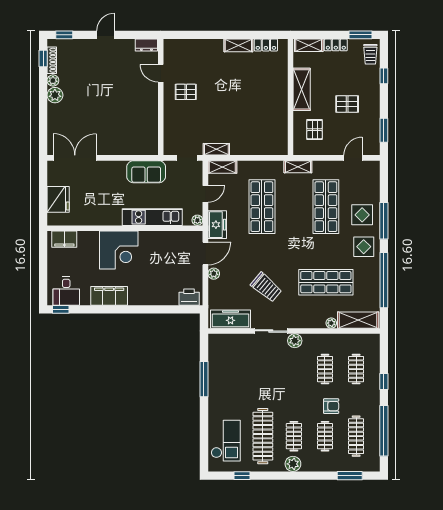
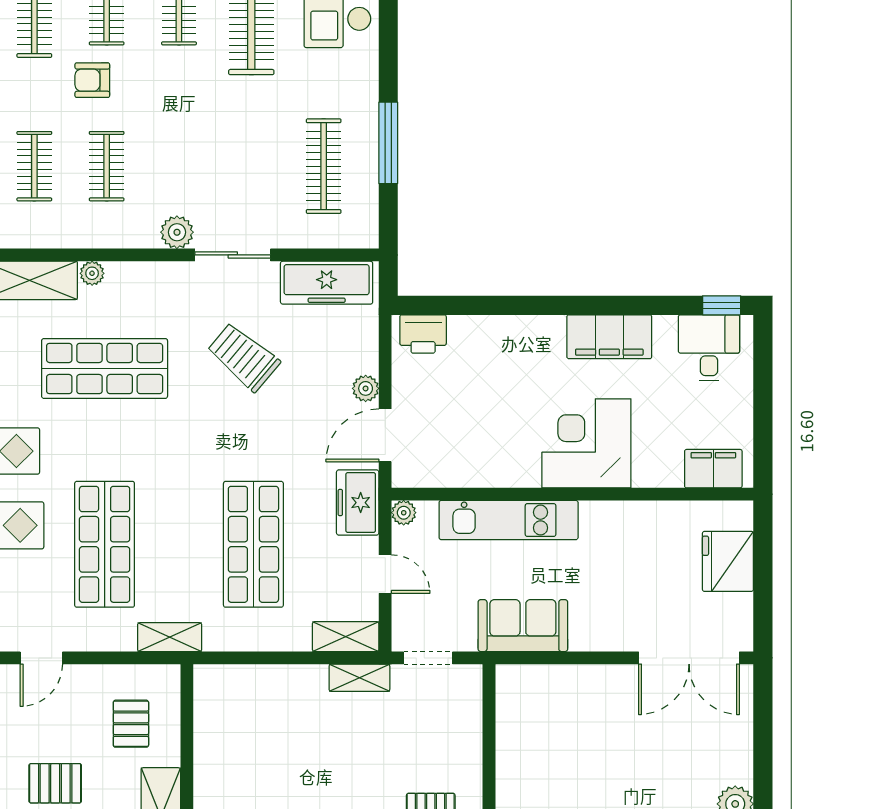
door: (205, 194) -> (385, 574), swing flipped
clothes rail: (232, 369) -> (324, 166), added

